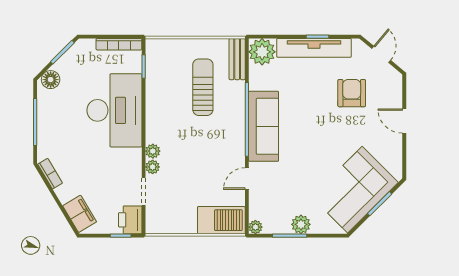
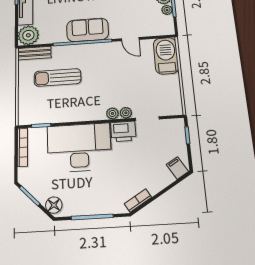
sofa: (264, 126) -> (88, 30), width x0.73
filing cabinet: (80, 214) -> (177, 168), width x0.50
printer: (130, 220) -> (123, 131), moved
plant: (255, 227) -> (167, 10), moved

